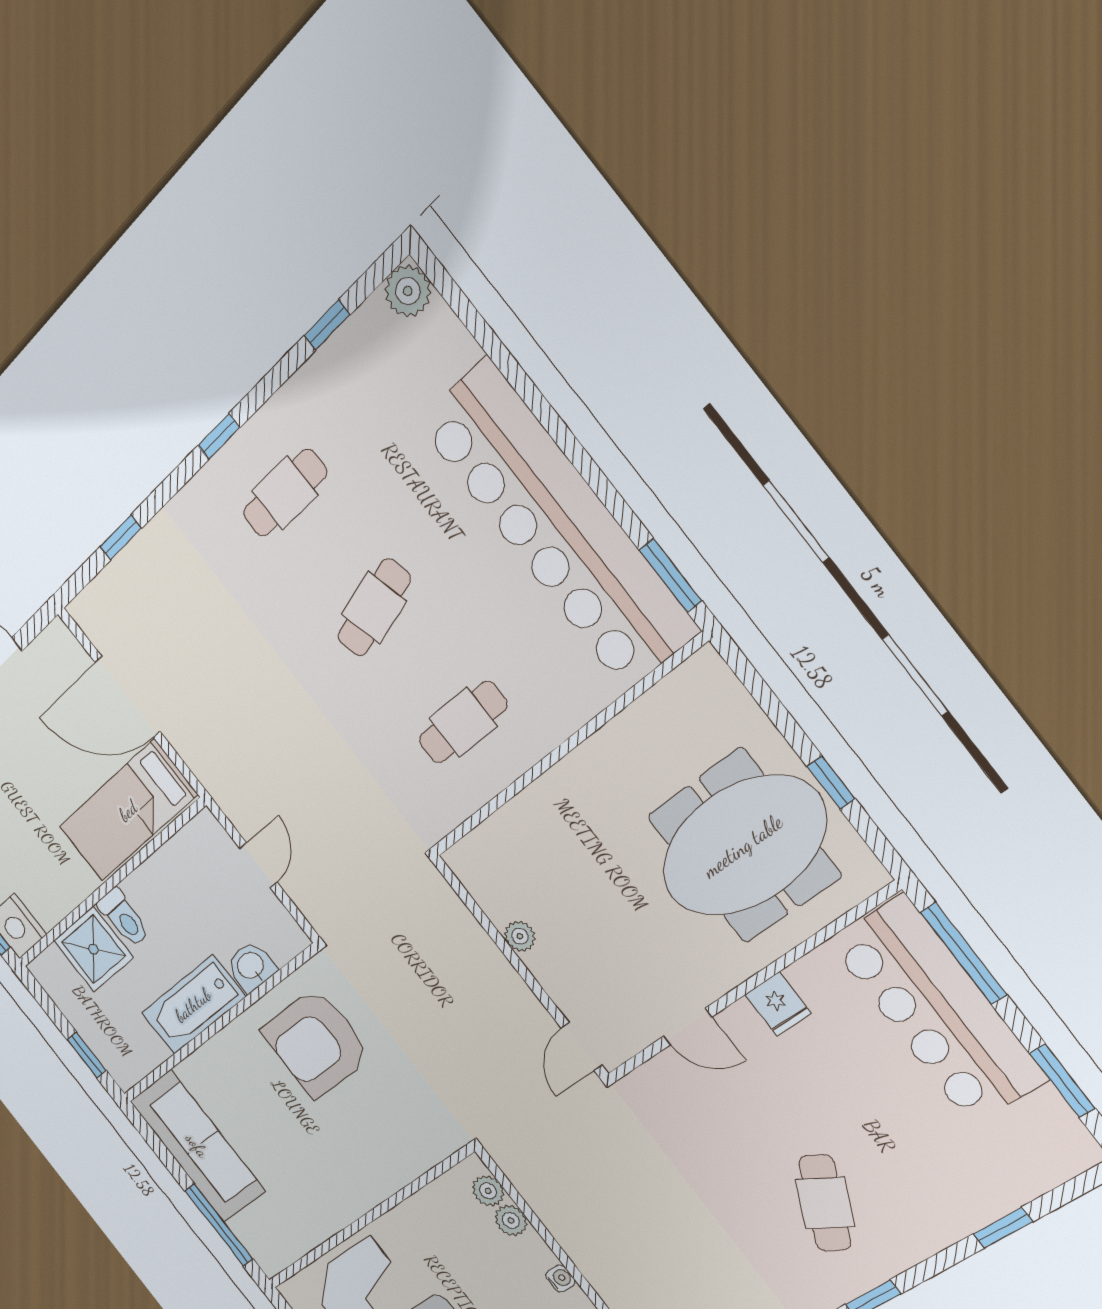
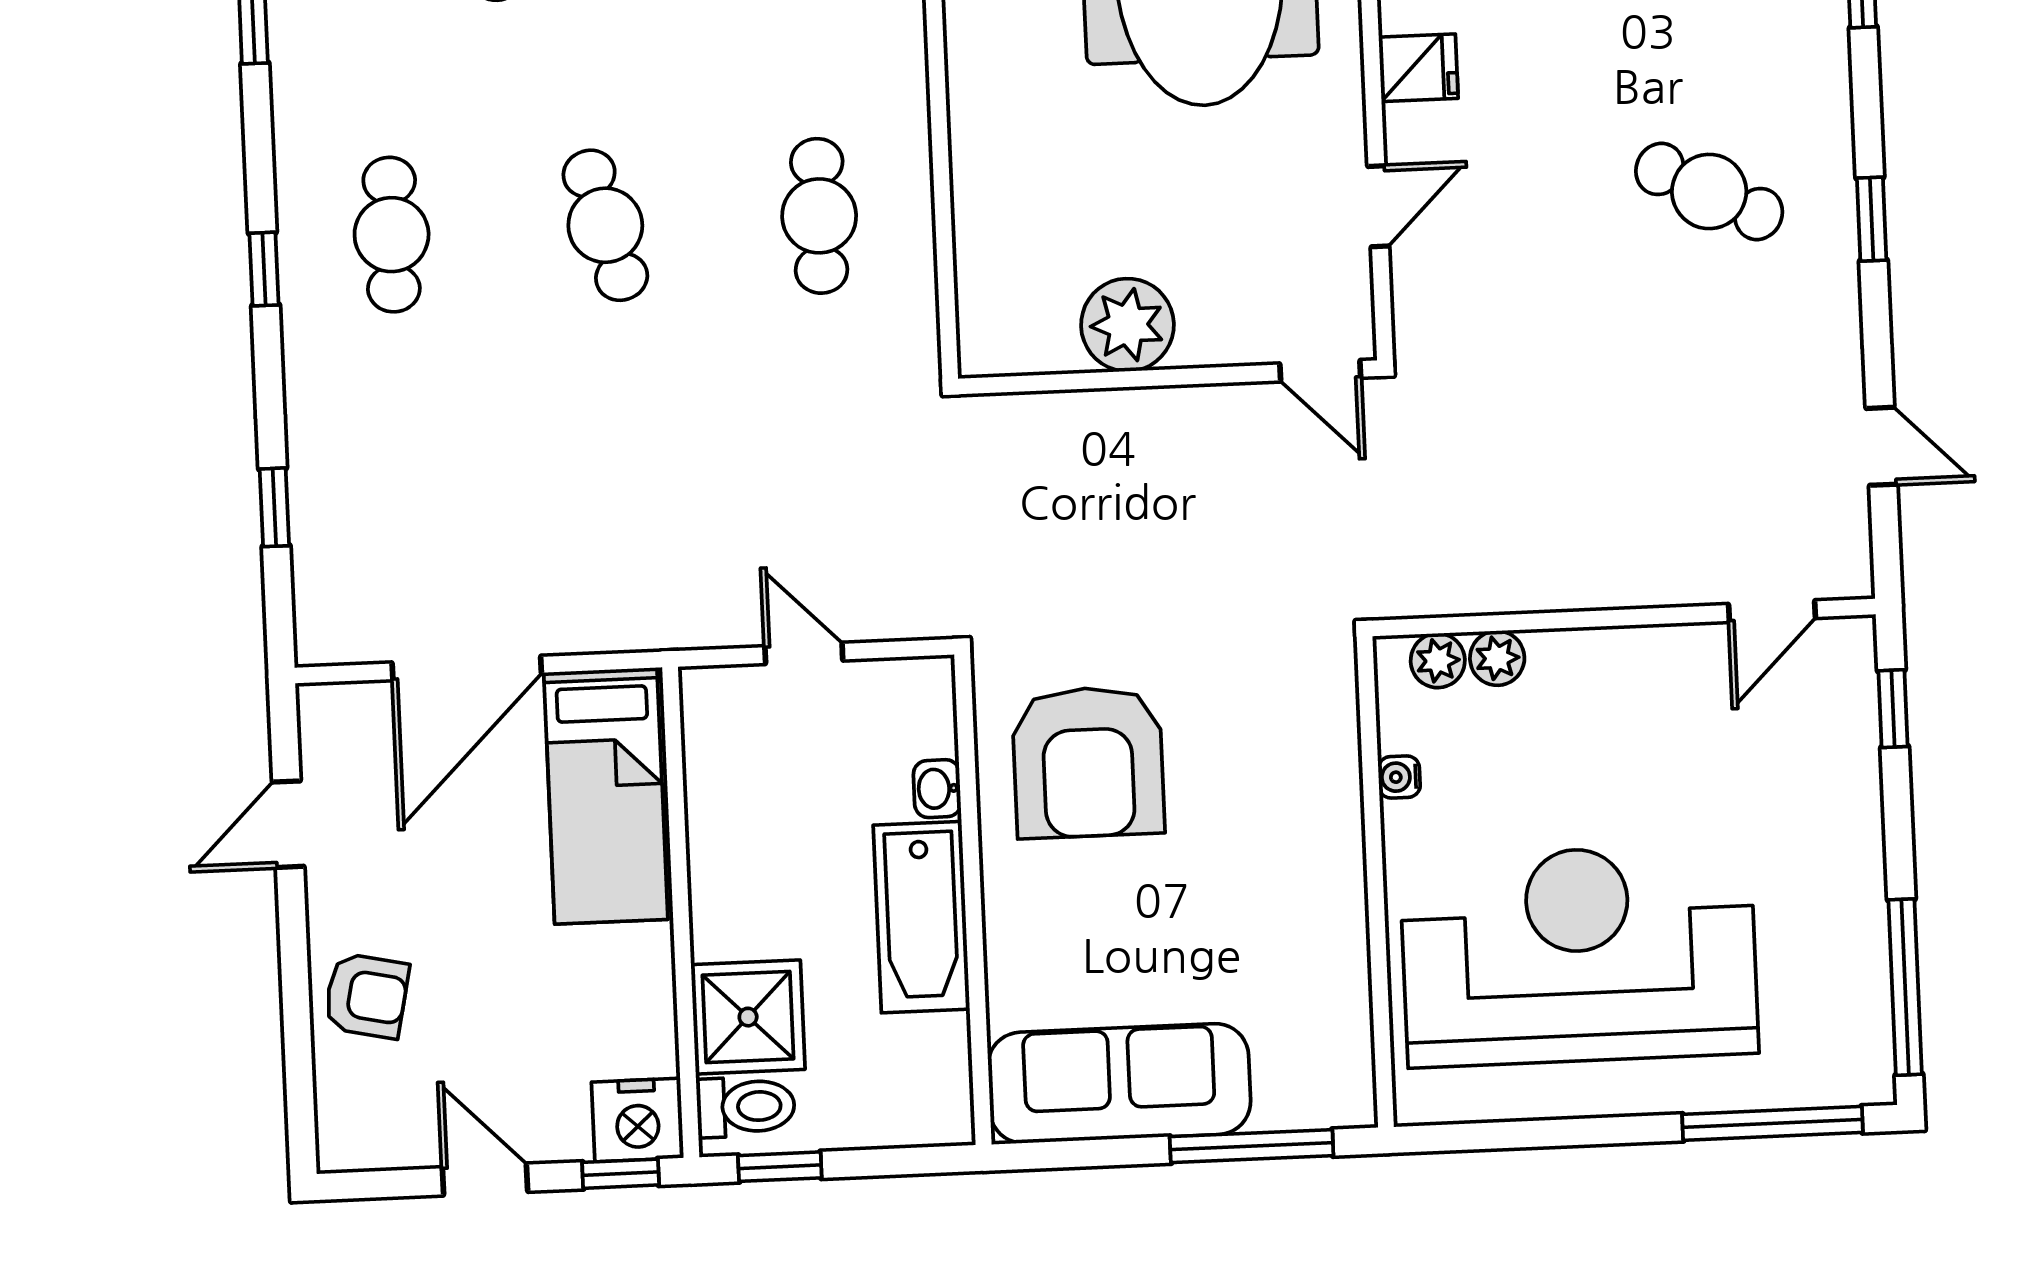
toilet: (124, 918) -> (746, 1107), moved
plant: (520, 936) -> (1127, 325), width x1.88, depth x1.88
washbasin: (251, 966) -> (937, 789), width x0.72, depth x0.69
window: (87, 1055) -> (780, 1167), moved
water cooler: (560, 1278) -> (1399, 777), moved, turned -90

